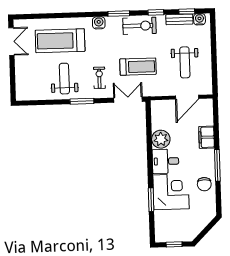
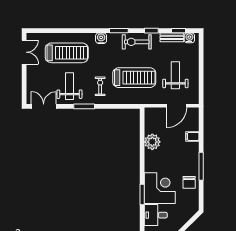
exercise bike: (140, 26) -> (137, 42), turned 180
treadmill: (60, 41) -> (67, 53), turned 180
weight bench: (185, 62) -> (175, 75), turned 180
treadmill: (138, 67) -> (134, 78), width x1.37, depth x1.38
double door: (128, 100) -> (44, 106), moved
filing cabinet: (207, 137) -> (192, 136), width x0.50
desk: (165, 161) -> (156, 215), moved

